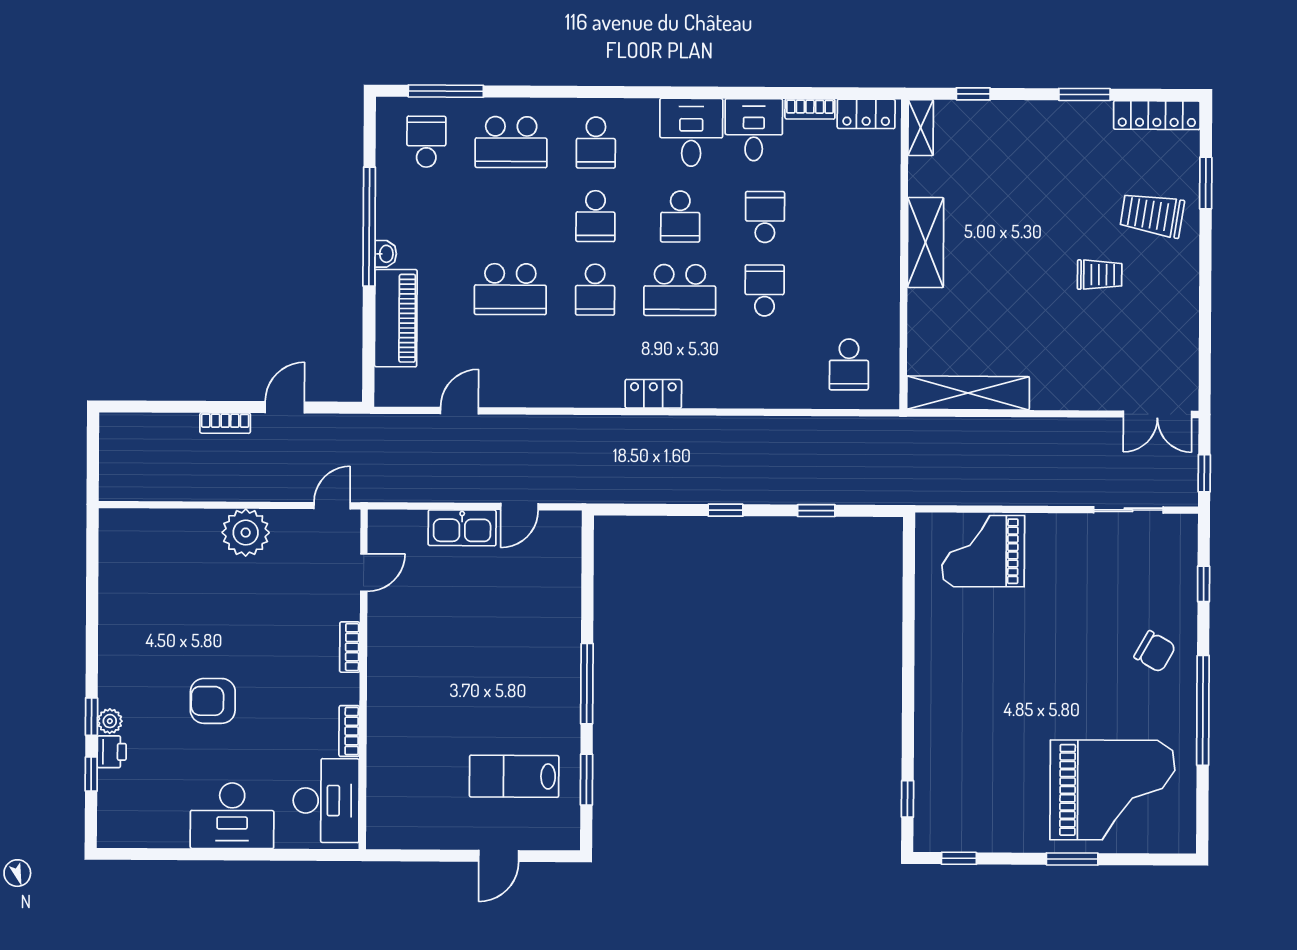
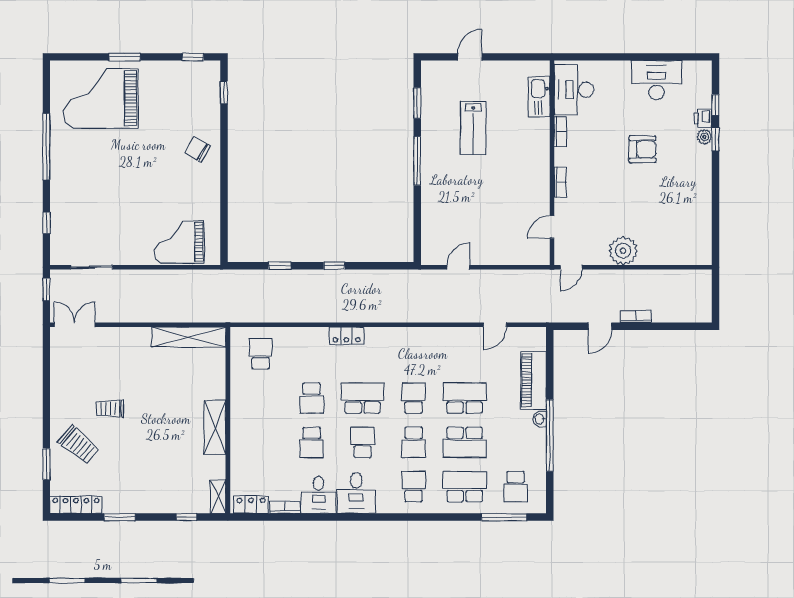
trolley: (1152, 215) -> (79, 445), turned 31
school desk: (511, 216) -> (465, 442), added
school desk: (595, 216) -> (414, 442), turned 180
locker: (653, 394) -> (347, 336), moved
kitchen sink: (462, 528) -> (539, 97), moved, turned -90
grand piano: (983, 551) -> (179, 242), turned 180
chair: (1155, 652) -> (197, 149), moved
lab bench: (514, 776) -> (473, 128), moved, turned 90
desk: (232, 816) -> (656, 80), moved

